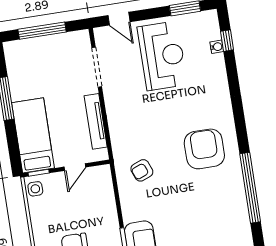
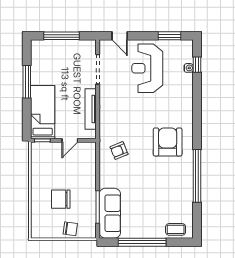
reception desk: (162, 56) -> (147, 68), turned 180
side table: (35, 189) -> (38, 152), removed

